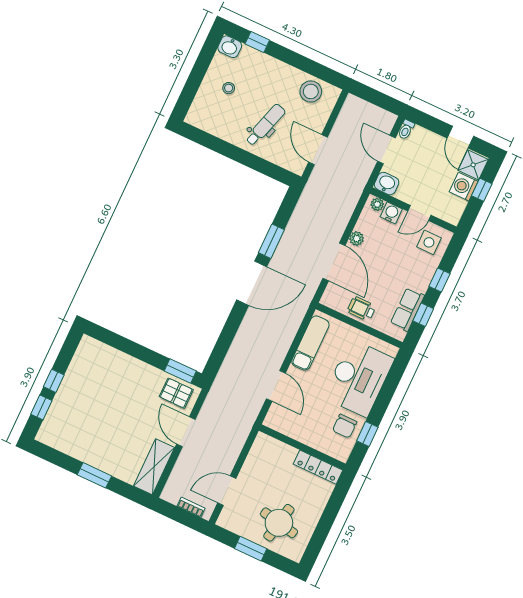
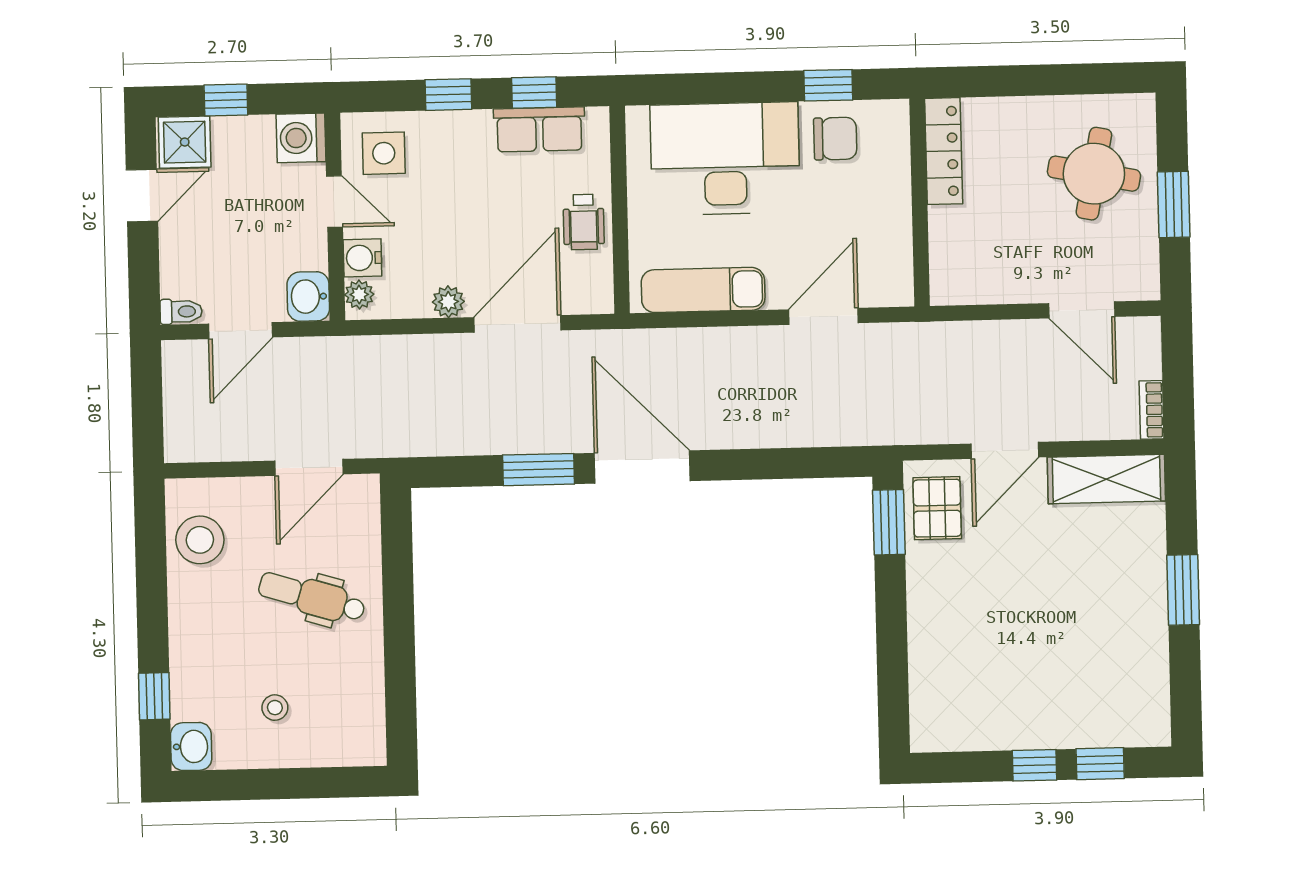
washing machine: (464, 187) -> (301, 138), moved, turned 90
bookcase: (191, 507) -> (1152, 410), moved

